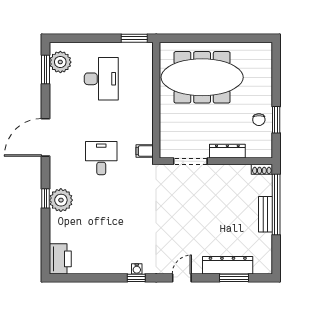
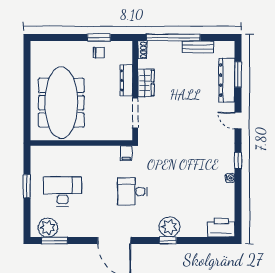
window: (134, 38) -> (27, 186), moved
wardrobe: (224, 173) -> (146, 83), added
bench: (265, 214) -> (198, 47), moved
water cooler: (137, 269) -> (230, 178), moved

